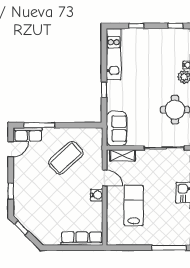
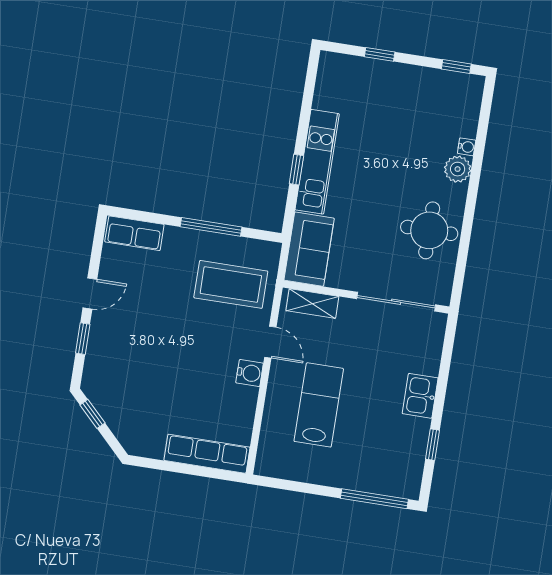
kitchen unit: (114, 54) -> (317, 162), moved
window: (39, 125) -> (211, 227), moved
door: (11, 149) -> (90, 294), moved
coffee table: (66, 158) -> (231, 284), moved, turned 42

